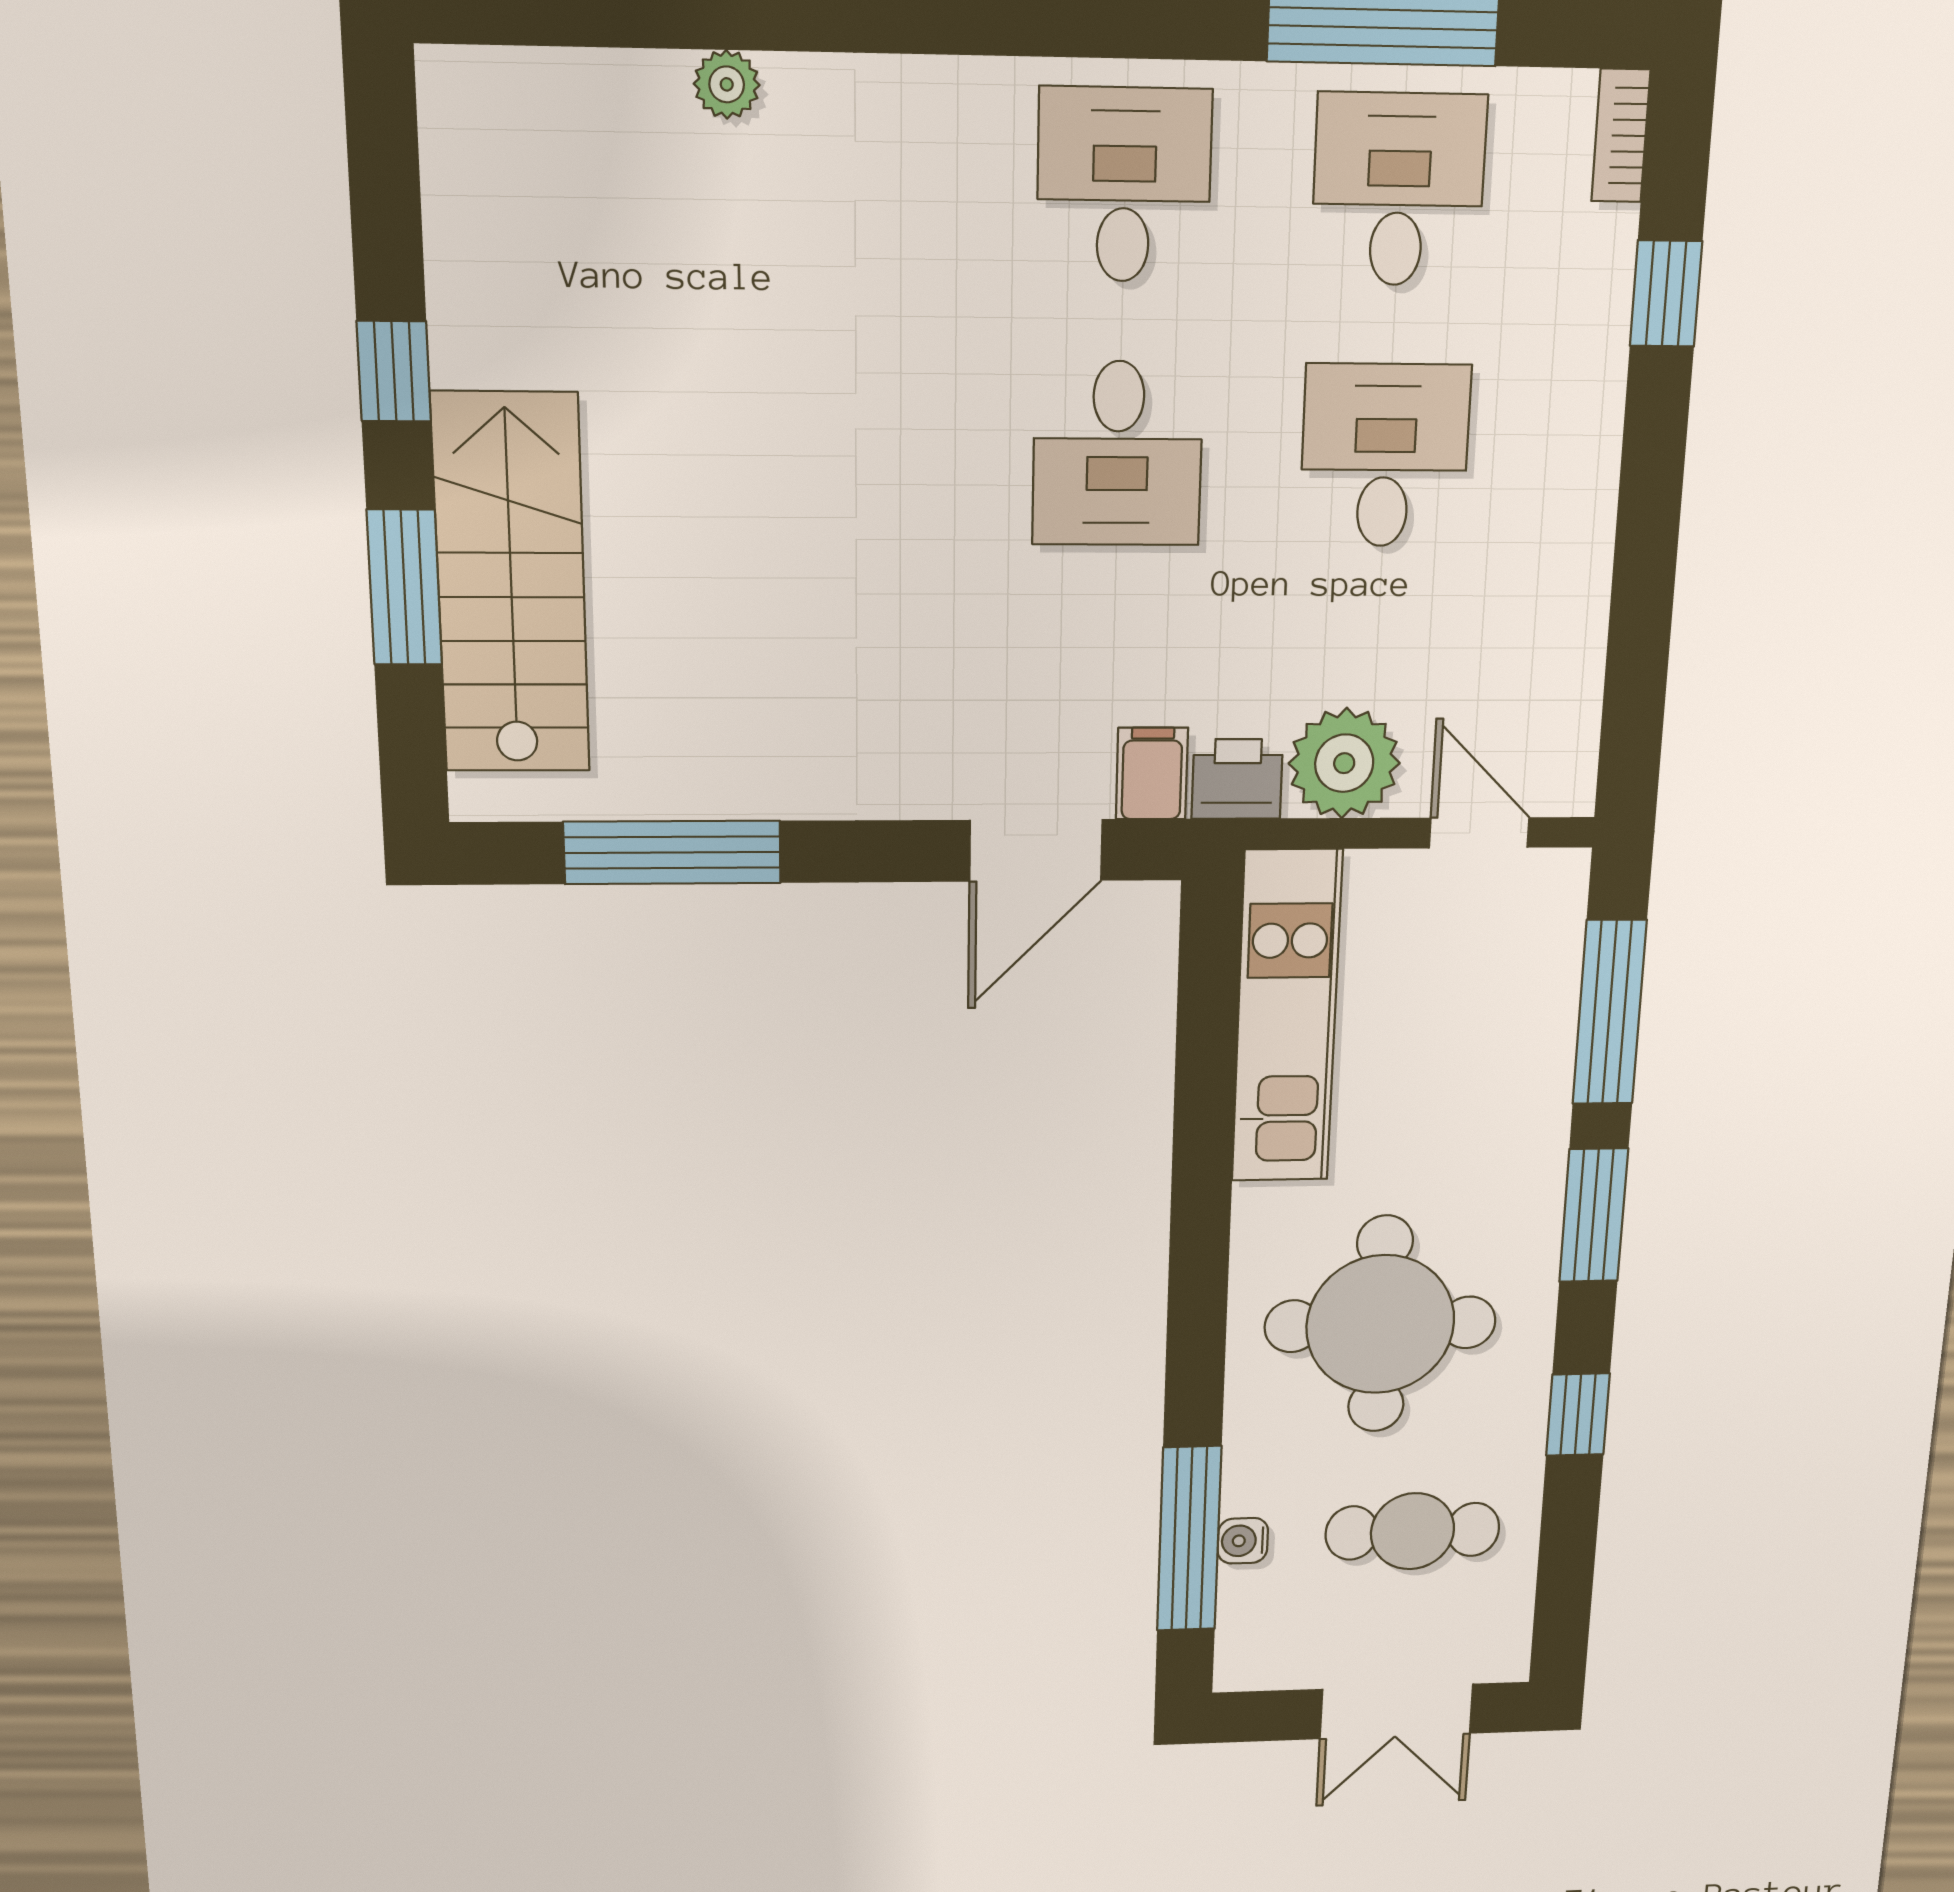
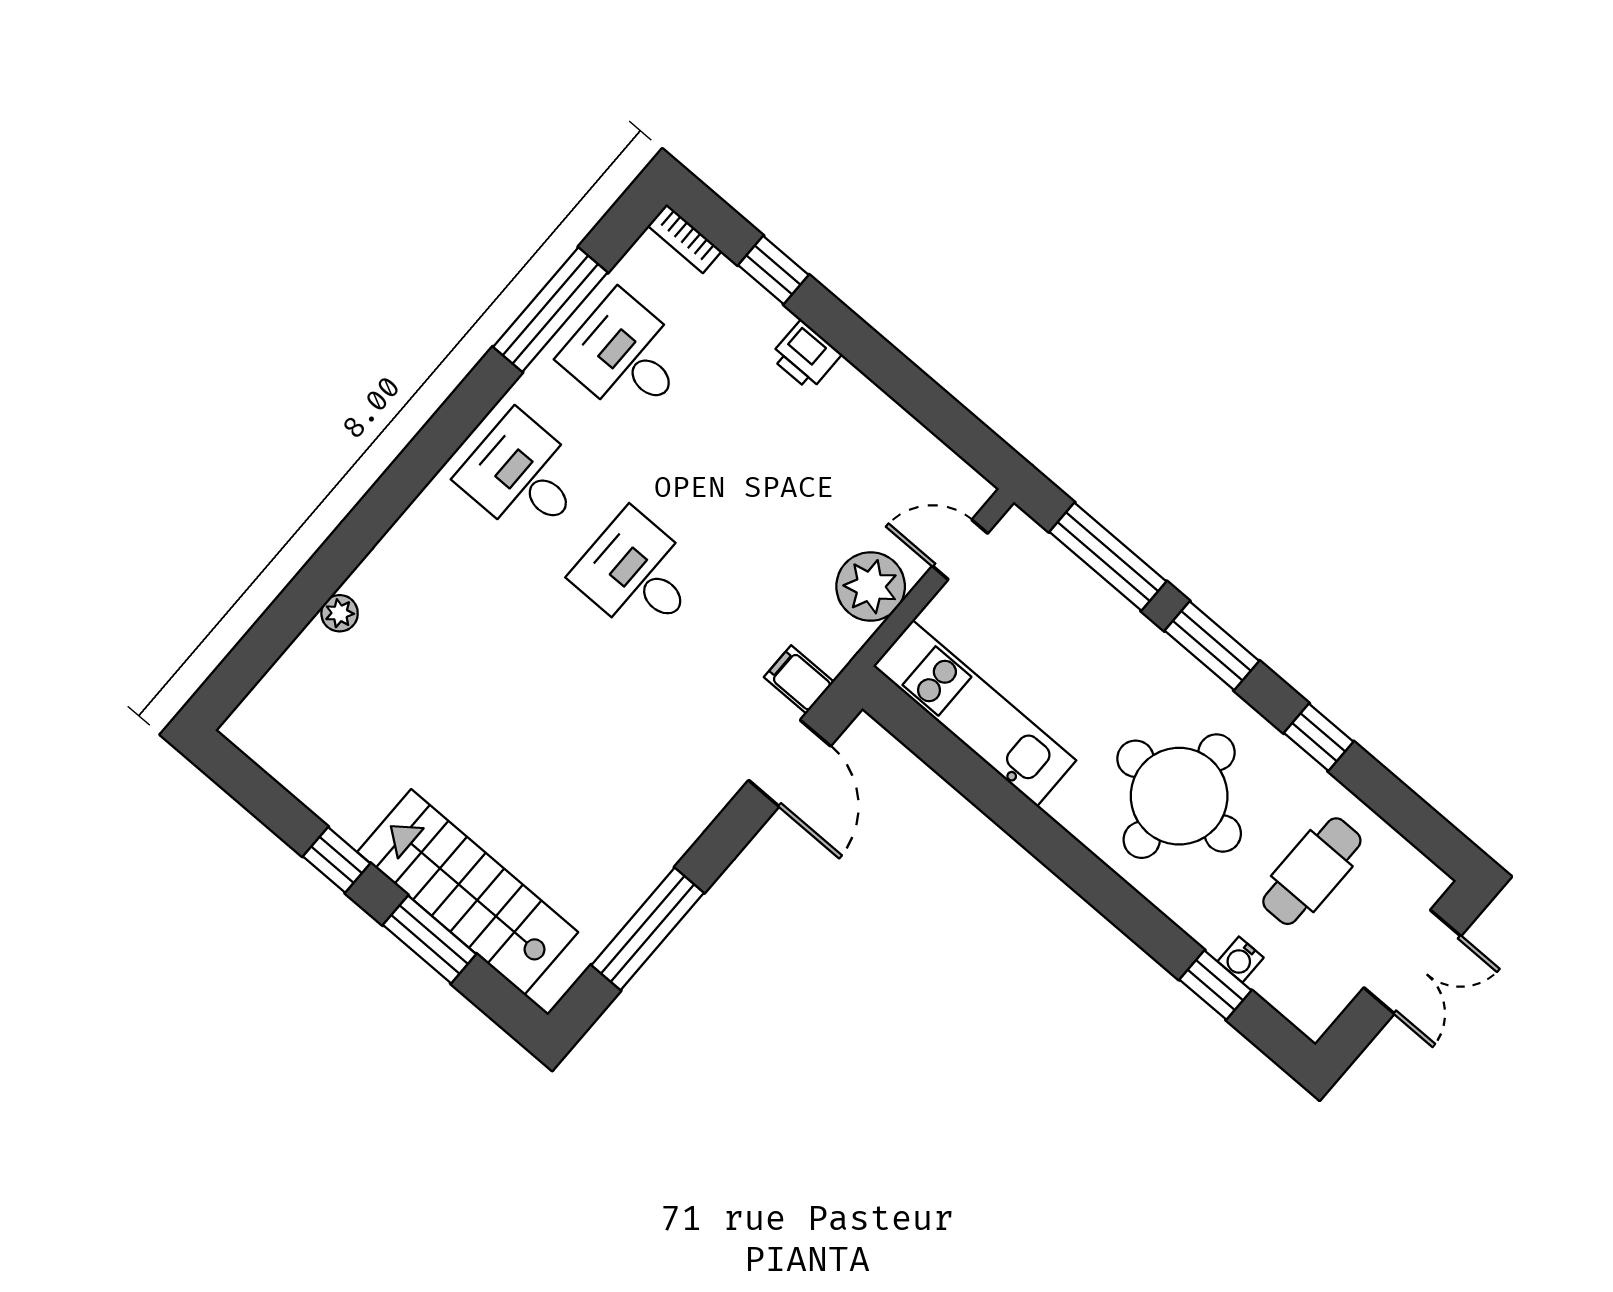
desk: (1118, 453) -> (637, 575), turned 180
desk: (1385, 456) -> (740, 455), removed
printer: (1237, 779) -> (806, 355), moved, turned -90
window: (1189, 1539) -> (1215, 985), width x0.46

